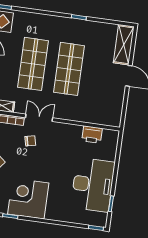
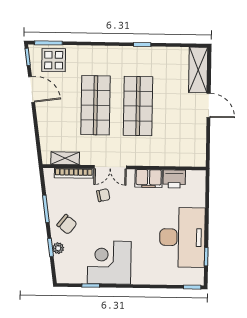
double door: (39, 118) -> (110, 167), swing flipped
filing cabinet: (70, 131) -> (149, 178), added

